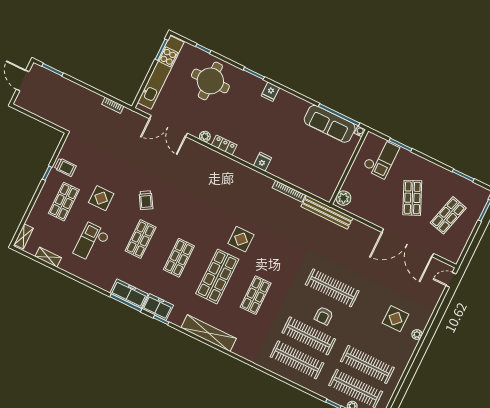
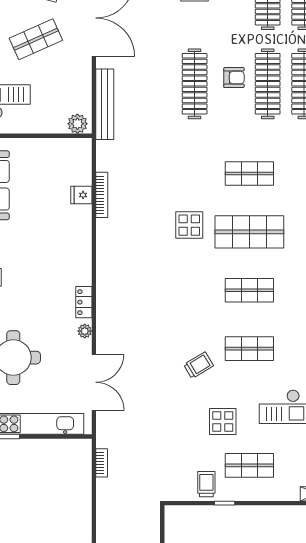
fridge: (262, 162) -> (81, 195), moved
bench: (327, 212) -> (105, 104), moved

